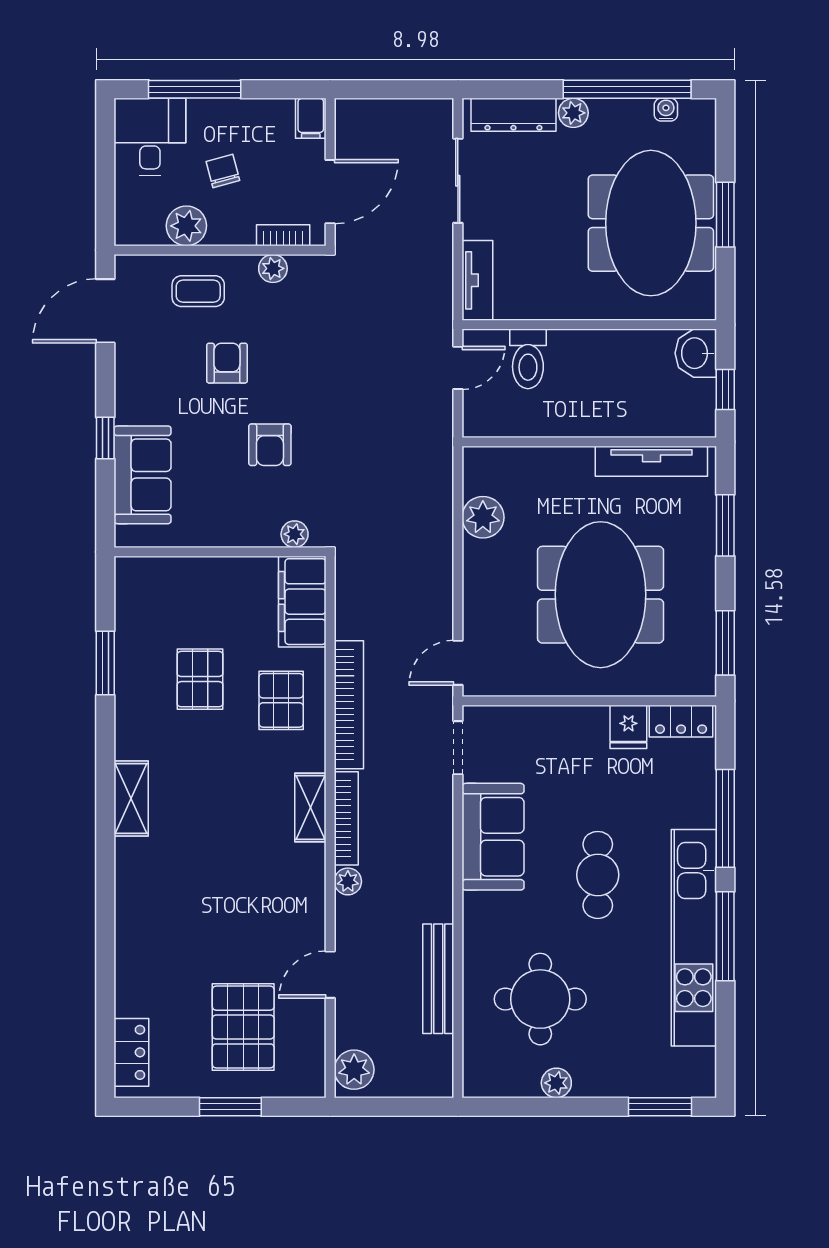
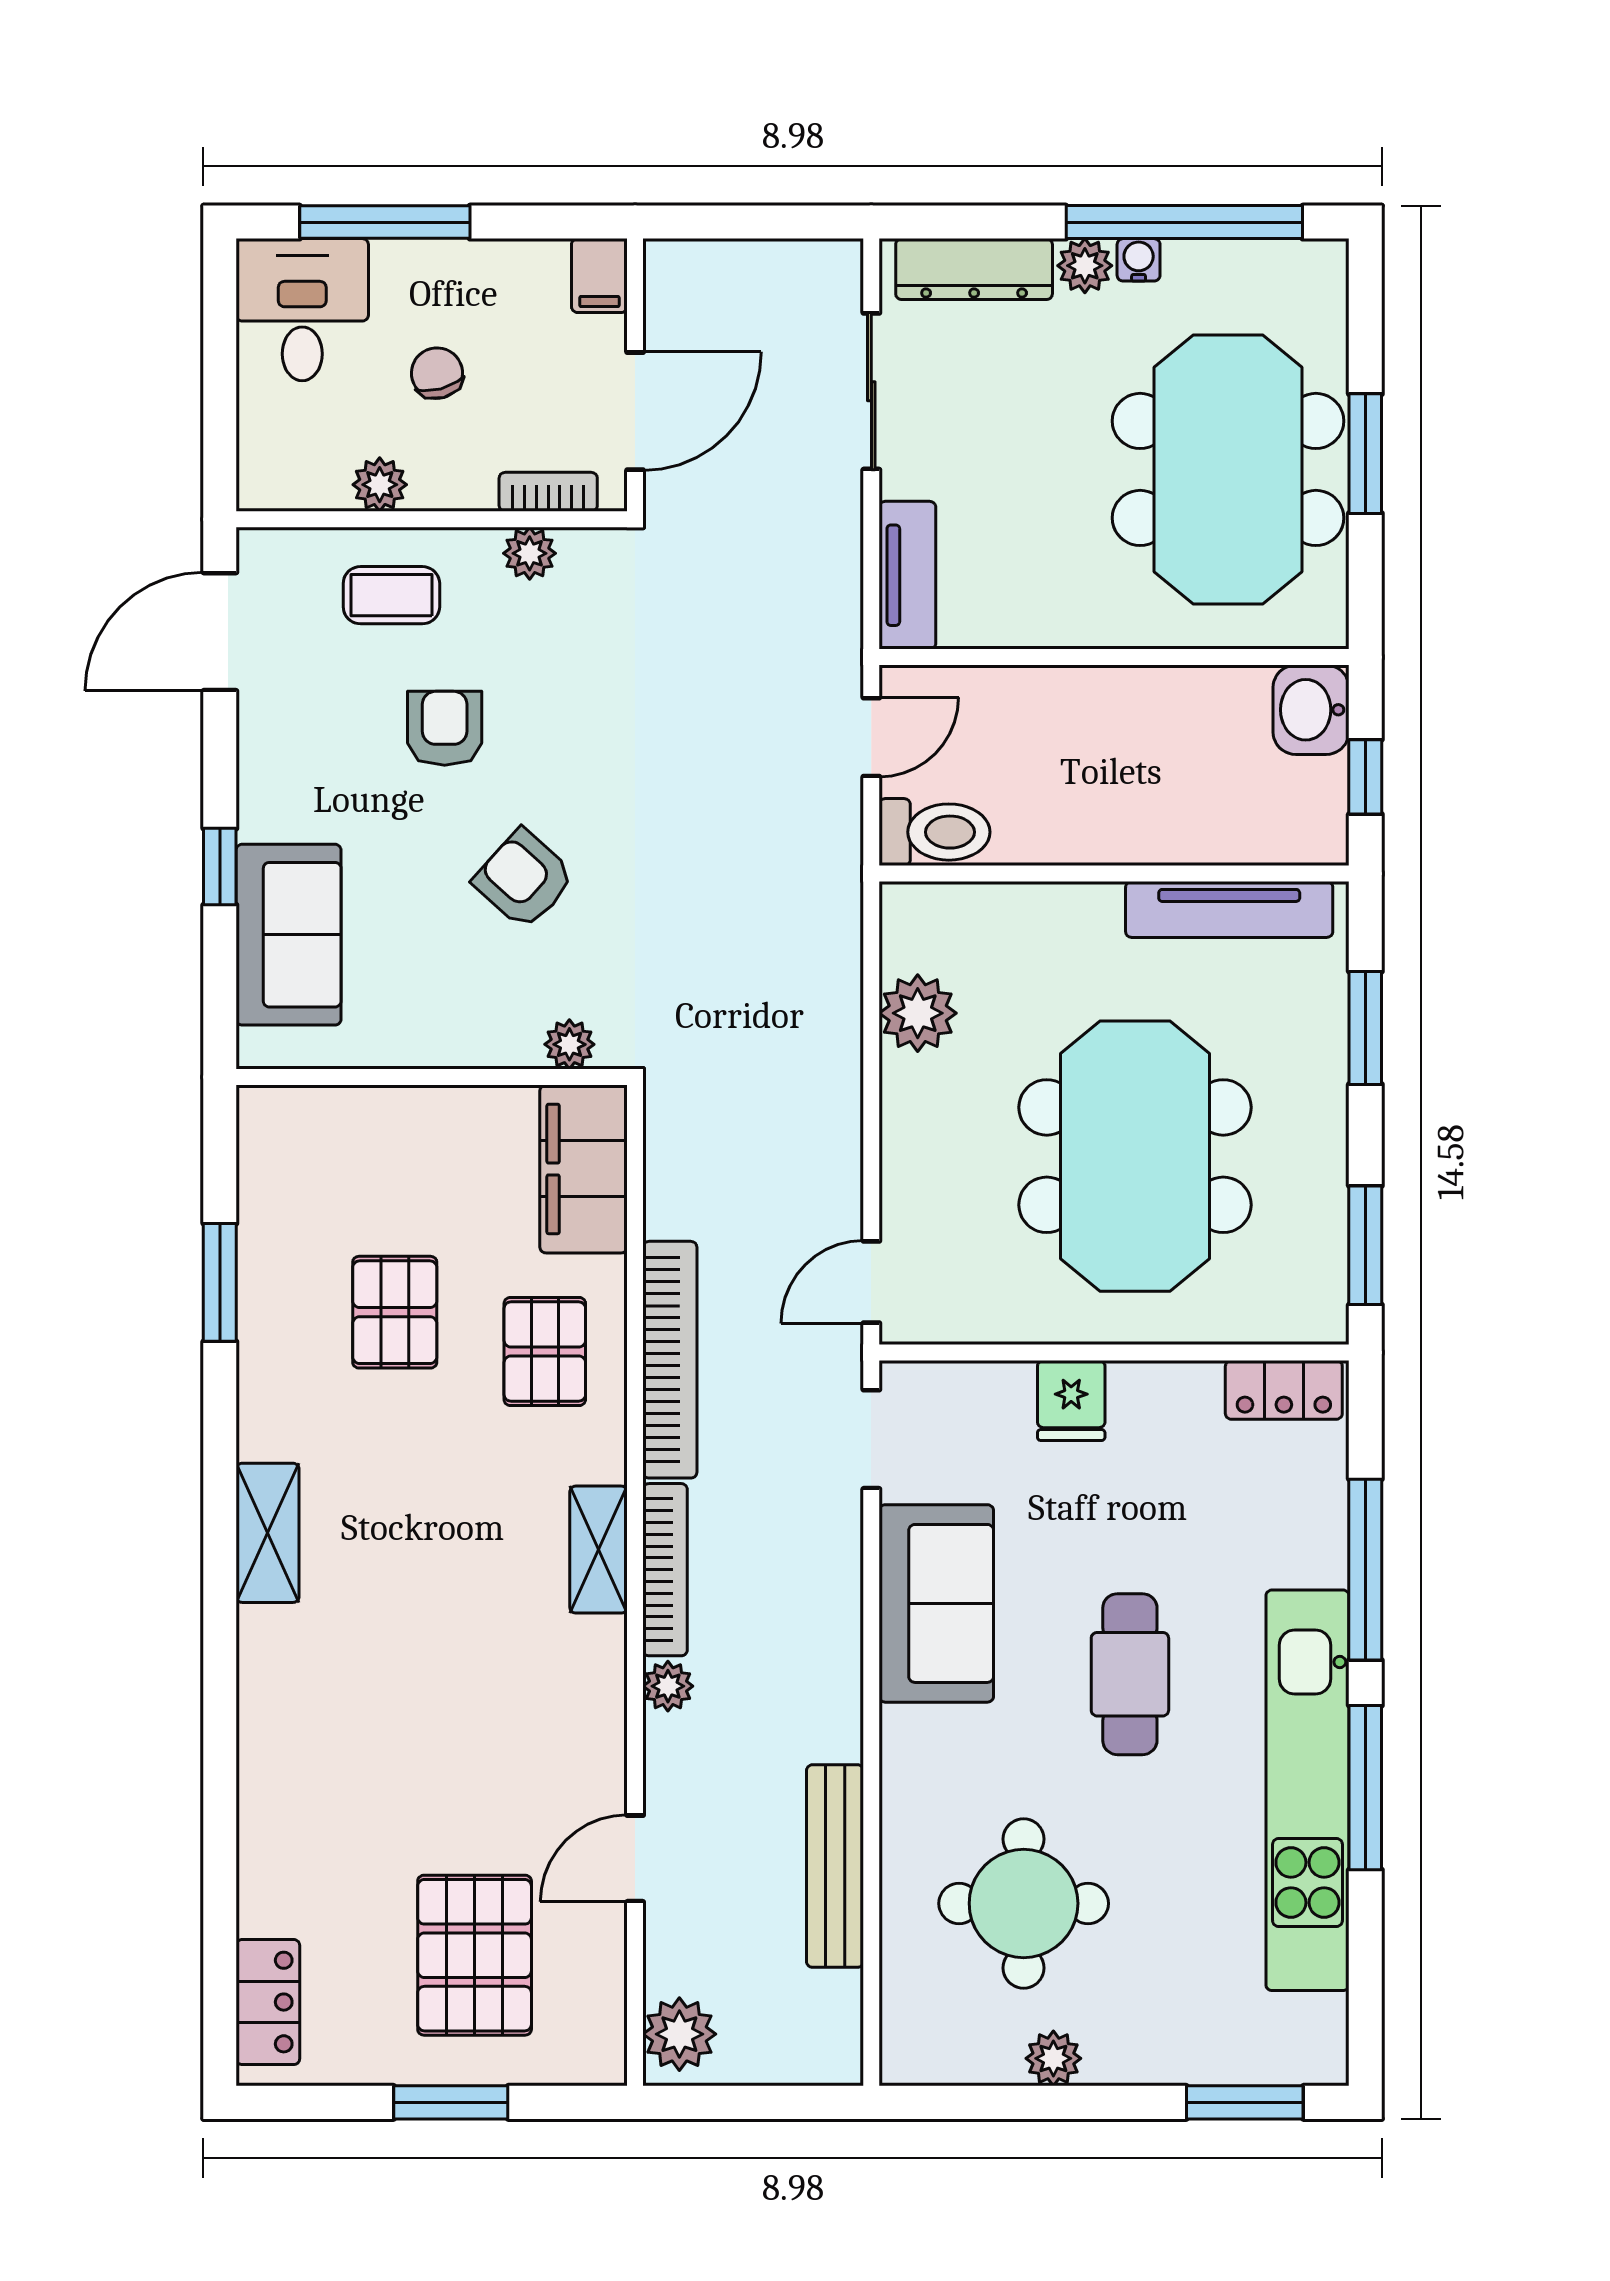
water cooler: (666, 110) -> (1139, 260), moved
plant: (186, 226) -> (380, 485), width x0.73, depth x0.73
toilet: (528, 359) -> (934, 832), moved, turned -90
armchair: (270, 445) -> (524, 879), turned 132
fridge: (628, 727) -> (1071, 1400), moved

